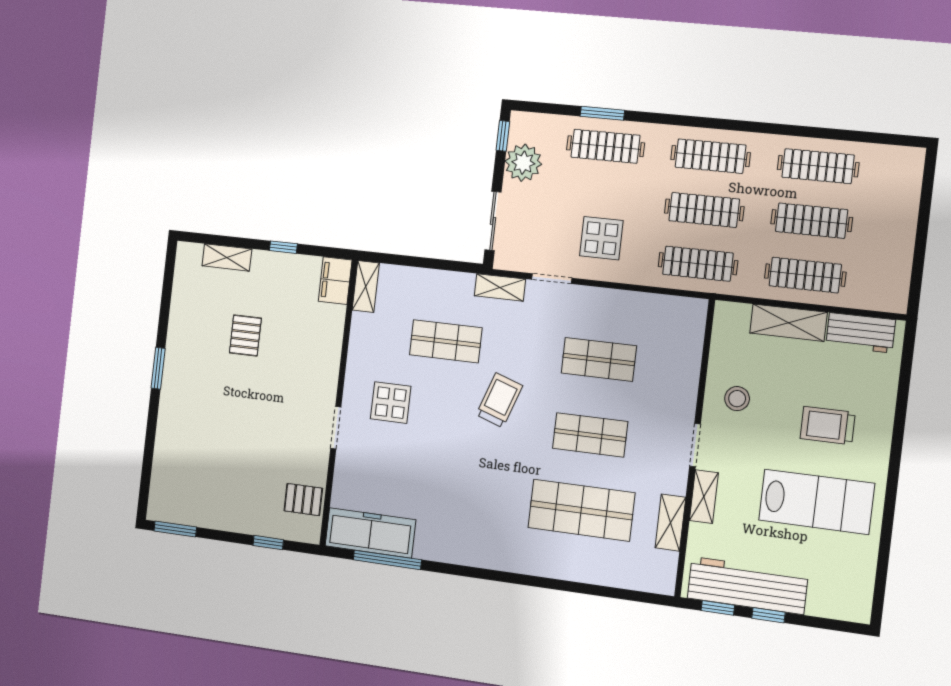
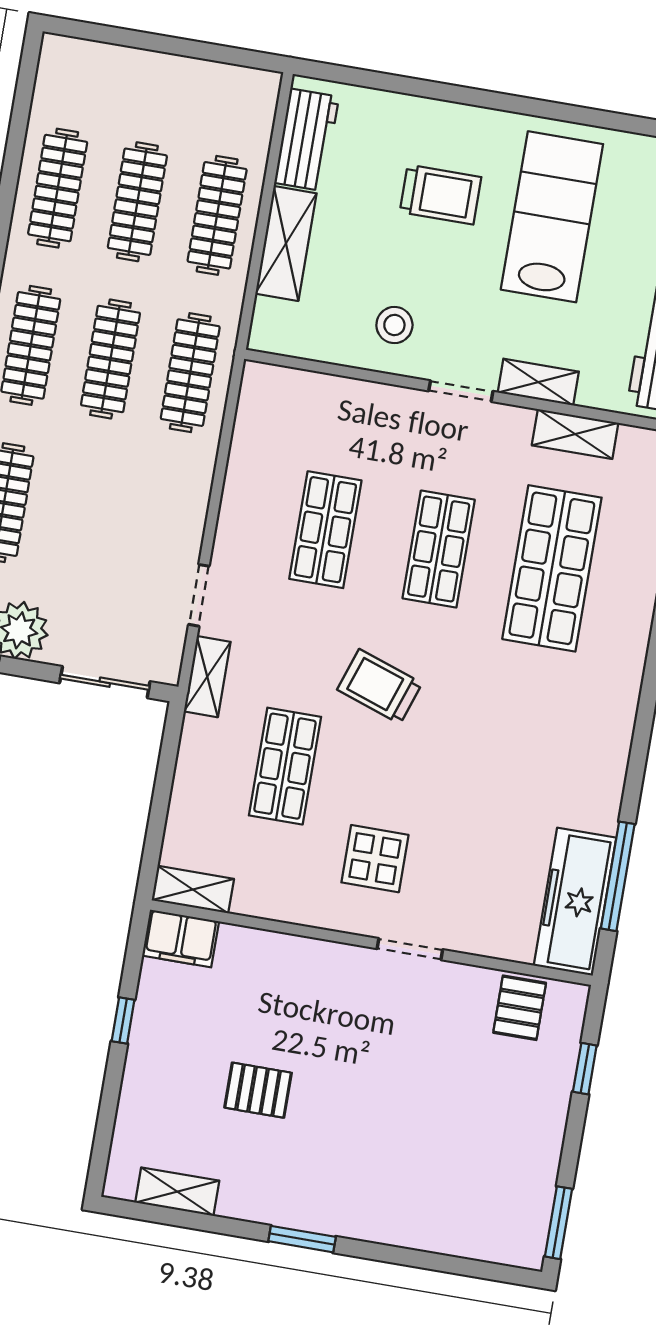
display table: (601, 238) -> (142, 516), removed
shelving: (227, 257) -> (177, 1192), moved, turned 90
trolley: (828, 426) -> (440, 195), turned -90

